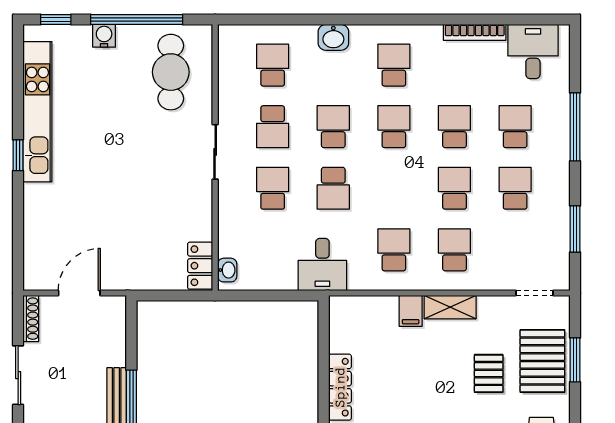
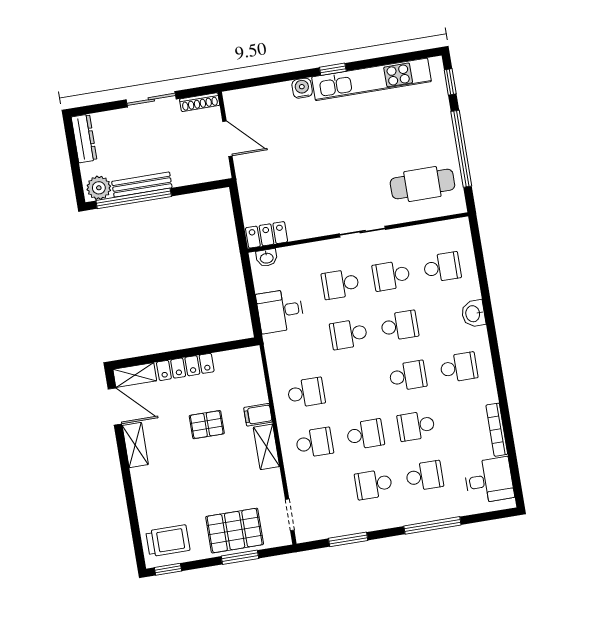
water cooler: (104, 36) -> (302, 88), moved, turned -90
school desk: (454, 127) -> (416, 426), turned 180
school desk: (273, 188) -> (340, 284), turned 180
school desk: (515, 188) -> (374, 484), turned 180
desk: (322, 264) -> (280, 311), moved
pallet: (489, 373) -> (207, 425), moved

